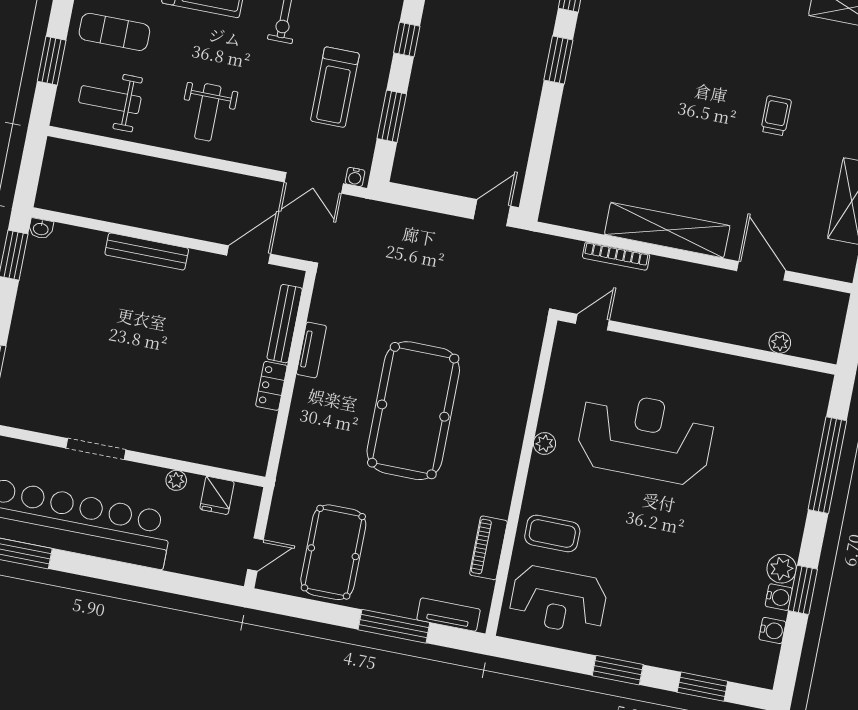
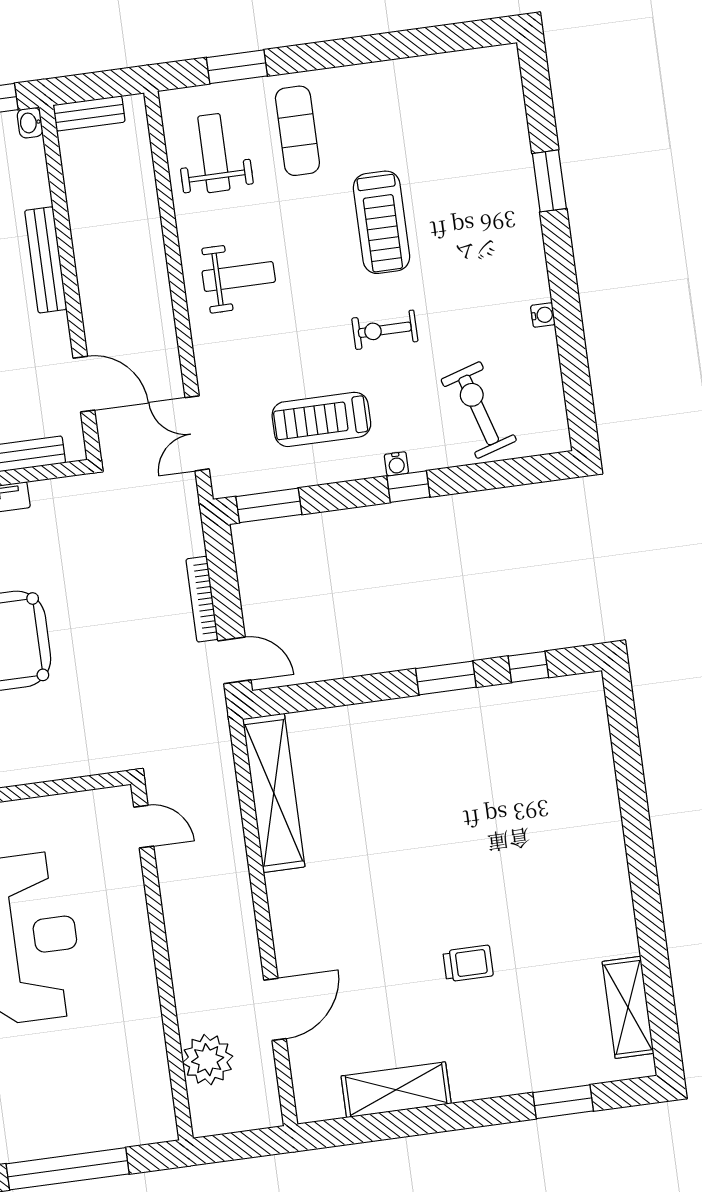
weight bench: (208, 112) -> (239, 276), turned 180
window: (392, 116) -> (269, 505), moved
water cooler: (355, 177) -> (396, 464), moved, turned -90
bench: (49, 182) -> (89, 113), added
shelving: (667, 230) -> (274, 793), moved
bookcase: (616, 256) -> (202, 599), moved
plant: (780, 343) -> (208, 1060), width x1.88, depth x1.88

